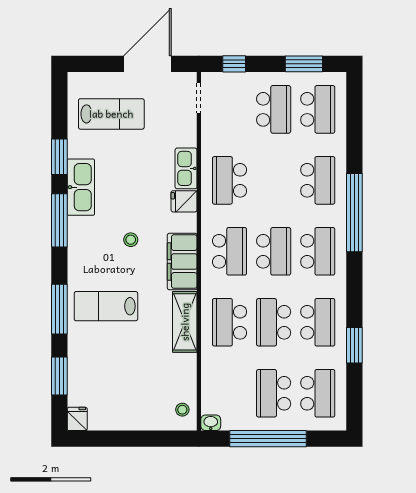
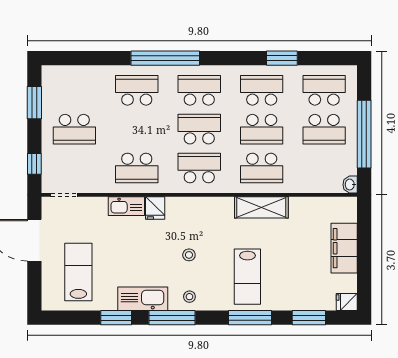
school desk: (274, 109) -> (74, 129), turned 180
school desk: (318, 109) -> (74, 90), removed
filing cabinet: (182, 262) -> (344, 248), moved, turned 90
stool: (182, 410) -> (189, 297), moved

